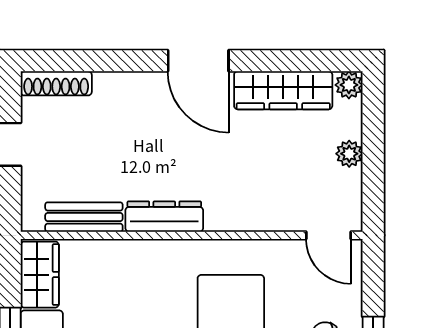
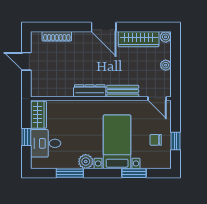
shoe rack: (56, 83) -> (57, 36), moved
bench: (84, 217) -> (123, 91), moved

